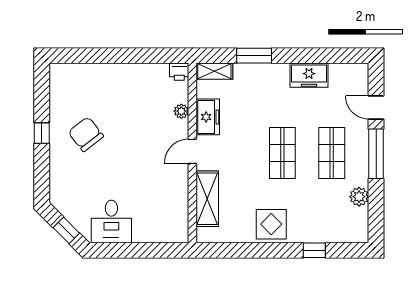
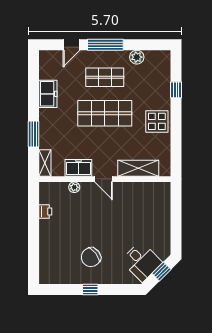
printer: (179, 72) -> (45, 212), moved
shop shelf: (282, 153) -> (105, 113), width x1.43, depth x1.36
desk: (111, 222) -> (142, 261), moved, turned 45

